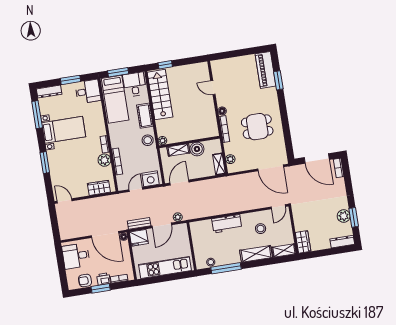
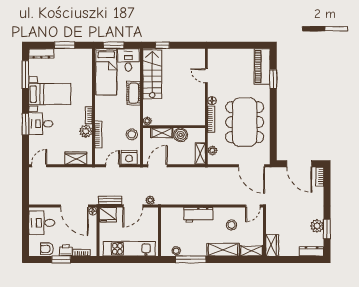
desk: (88, 91) -> (41, 124), moved, turned 180
dining table: (257, 127) -> (245, 122), width x1.88, depth x1.24
stool: (148, 140) -> (132, 134), moved
door: (65, 201) -> (39, 166), hinge flipped

